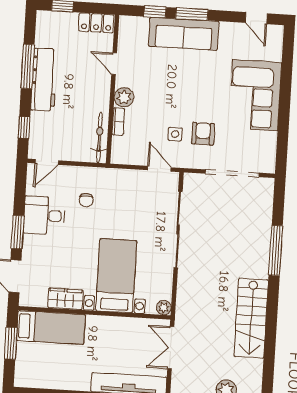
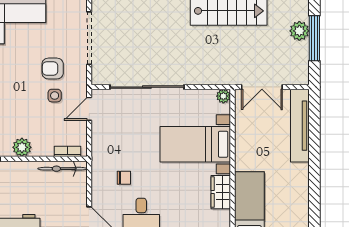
bookcase: (118, 122) -> (68, 151), moved

